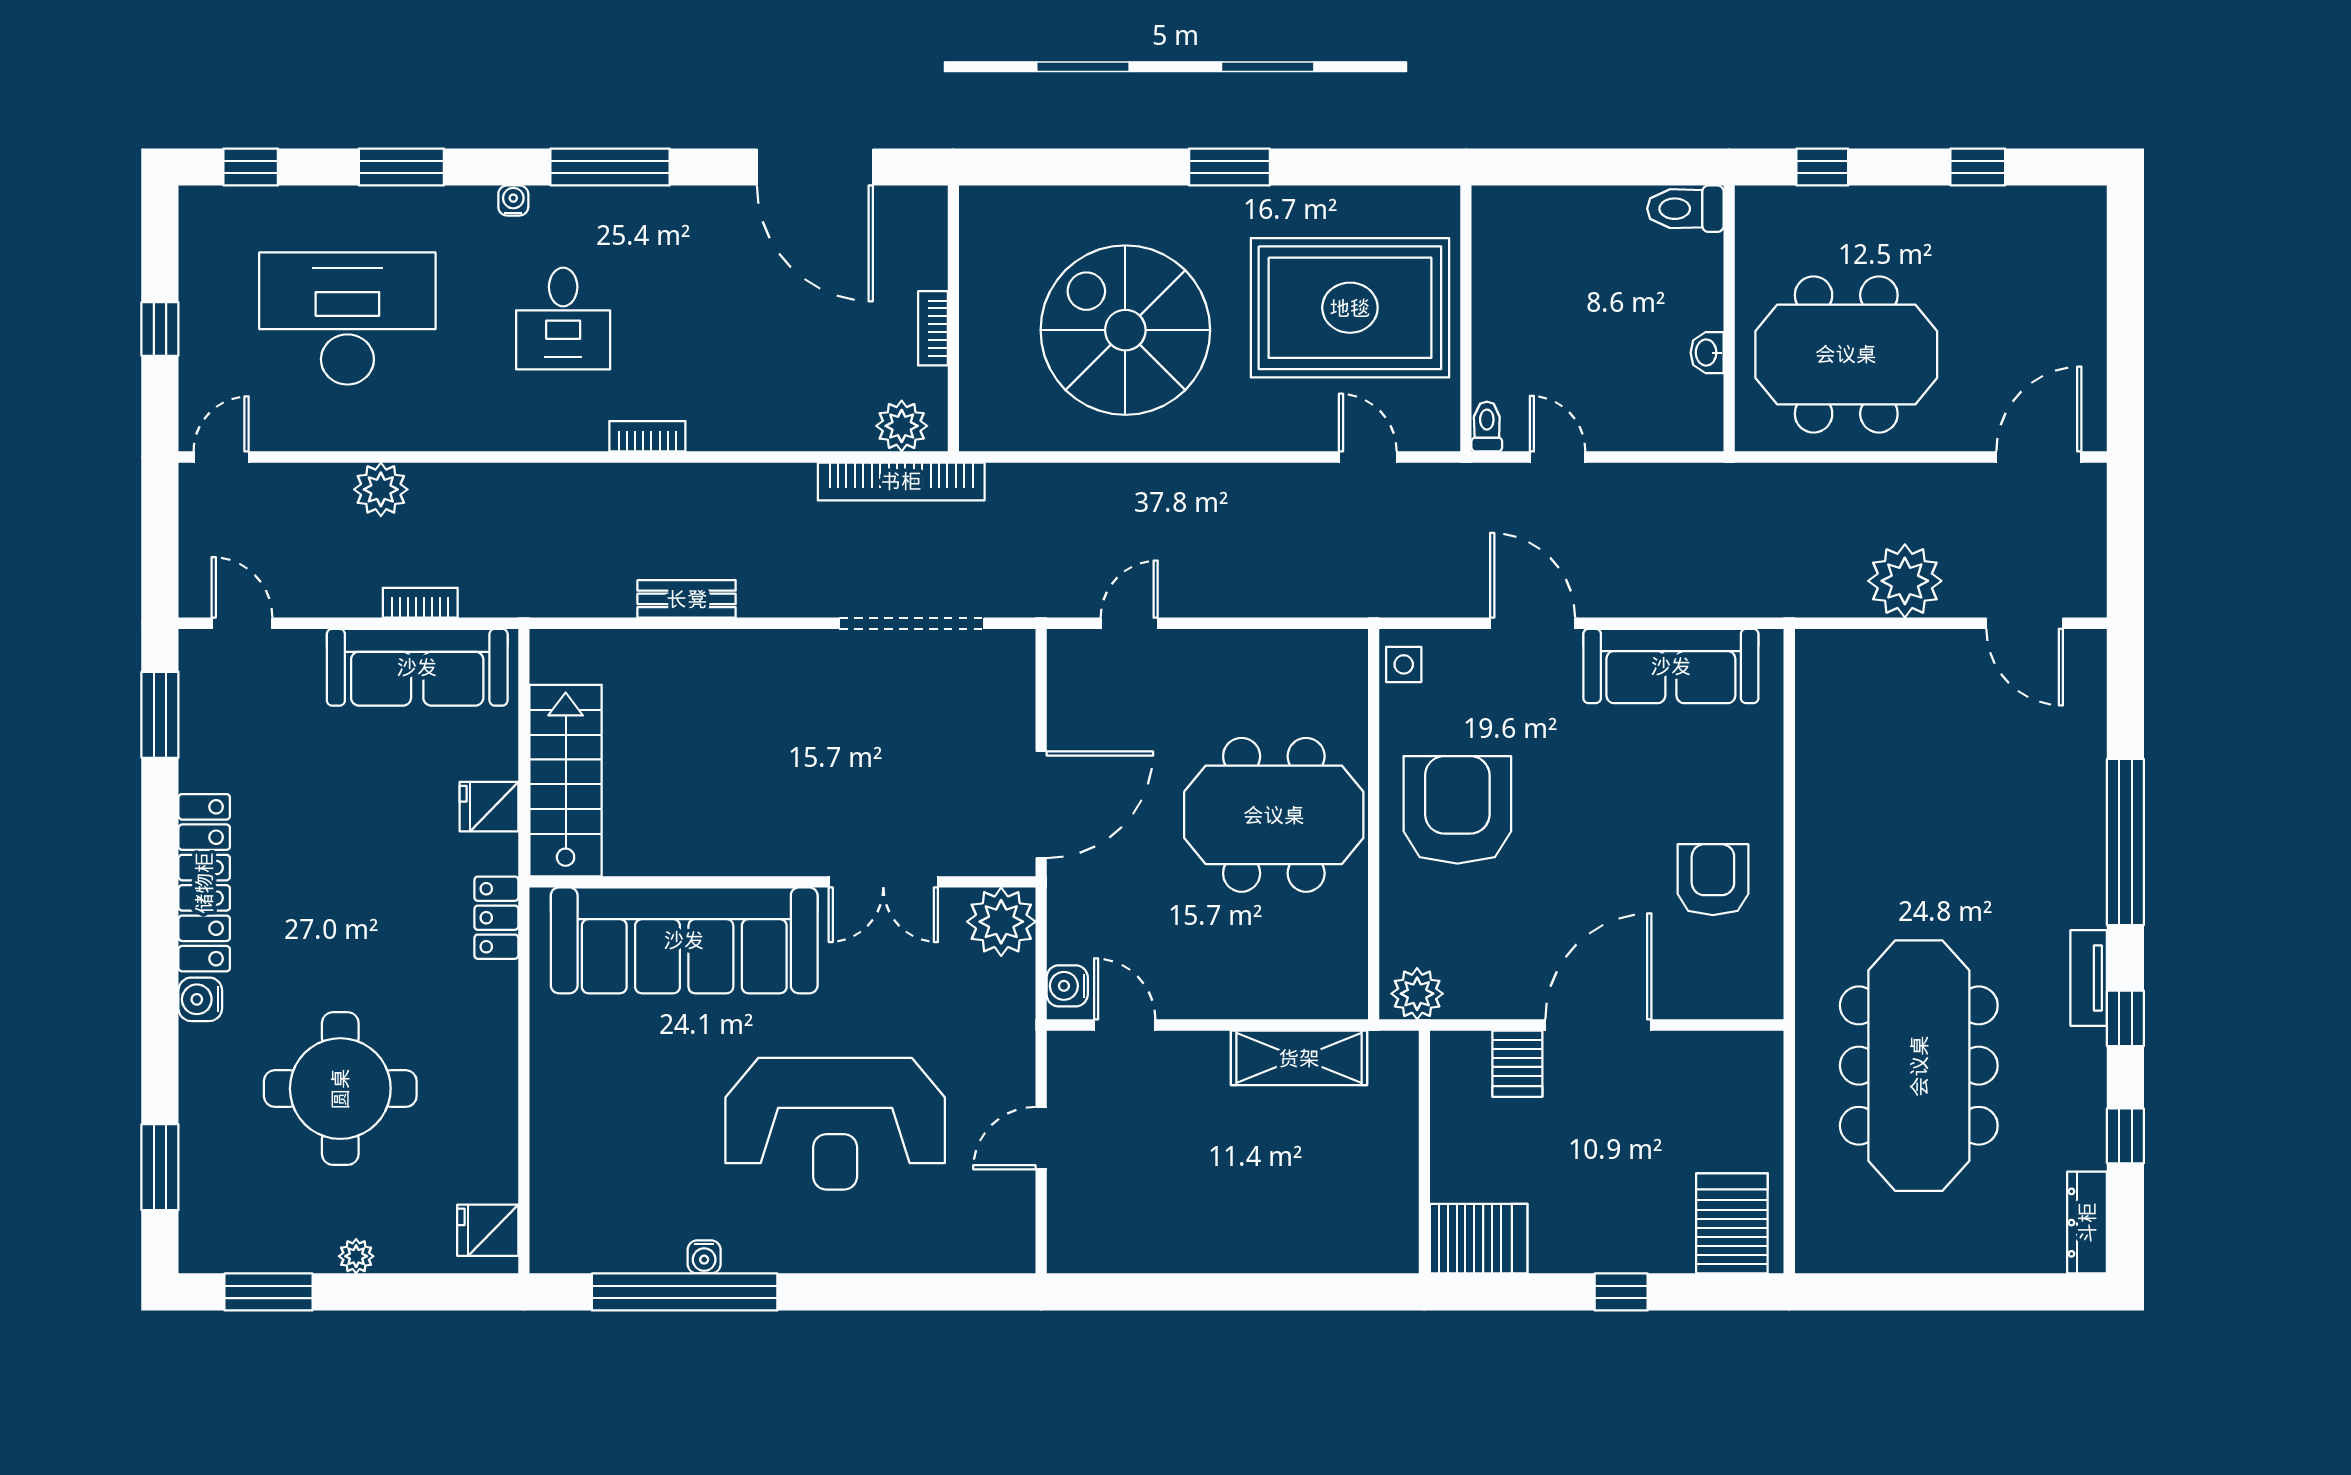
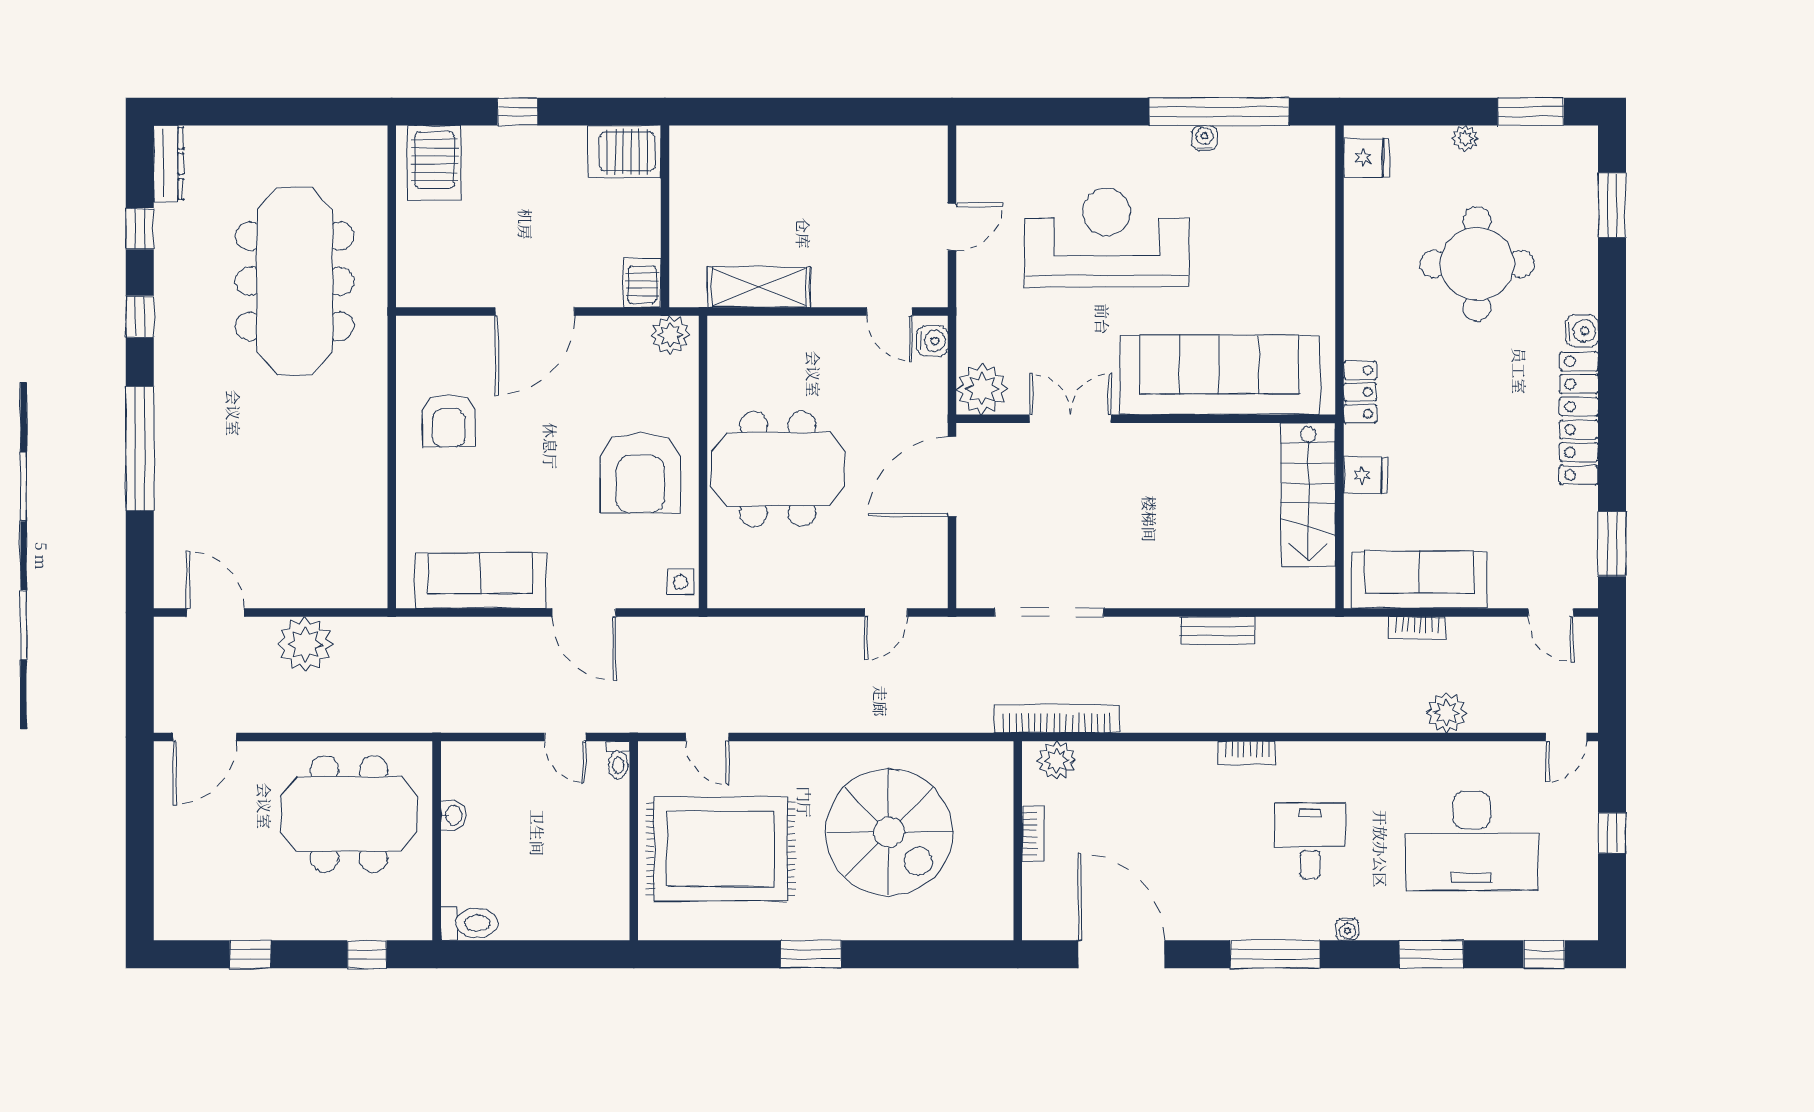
tv unit: (2089, 978) -> (167, 347), removed
server rack: (1517, 1064) -> (642, 283), moved

